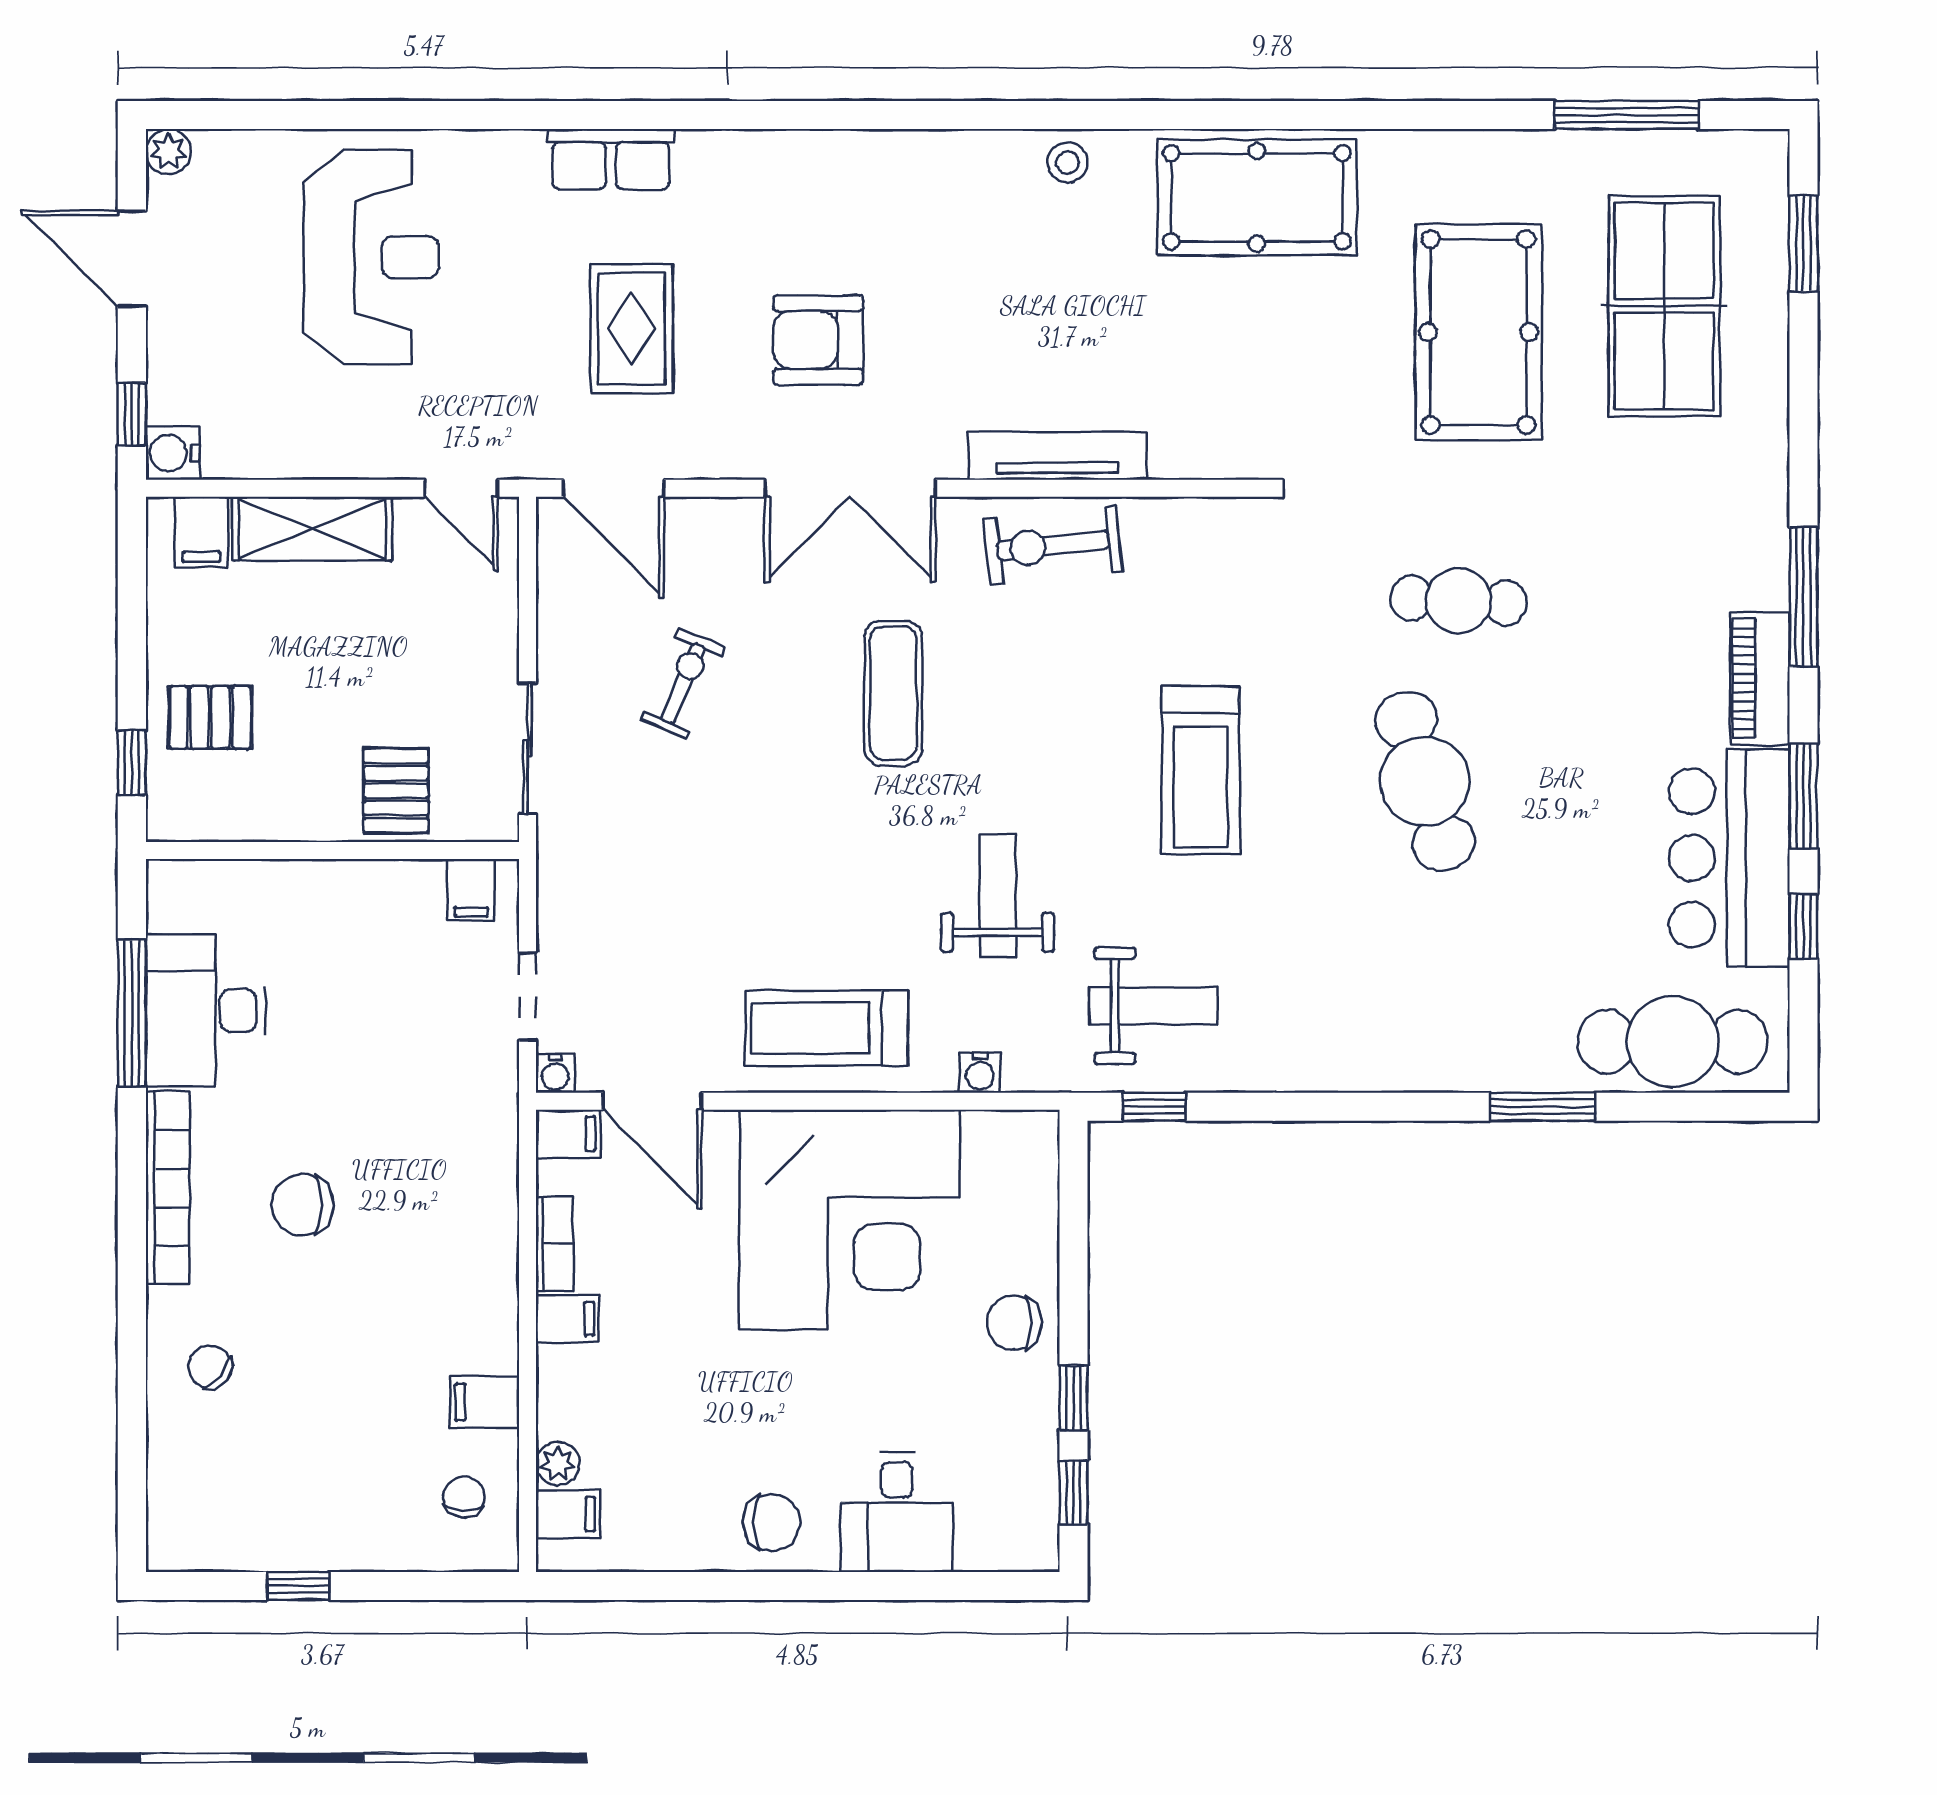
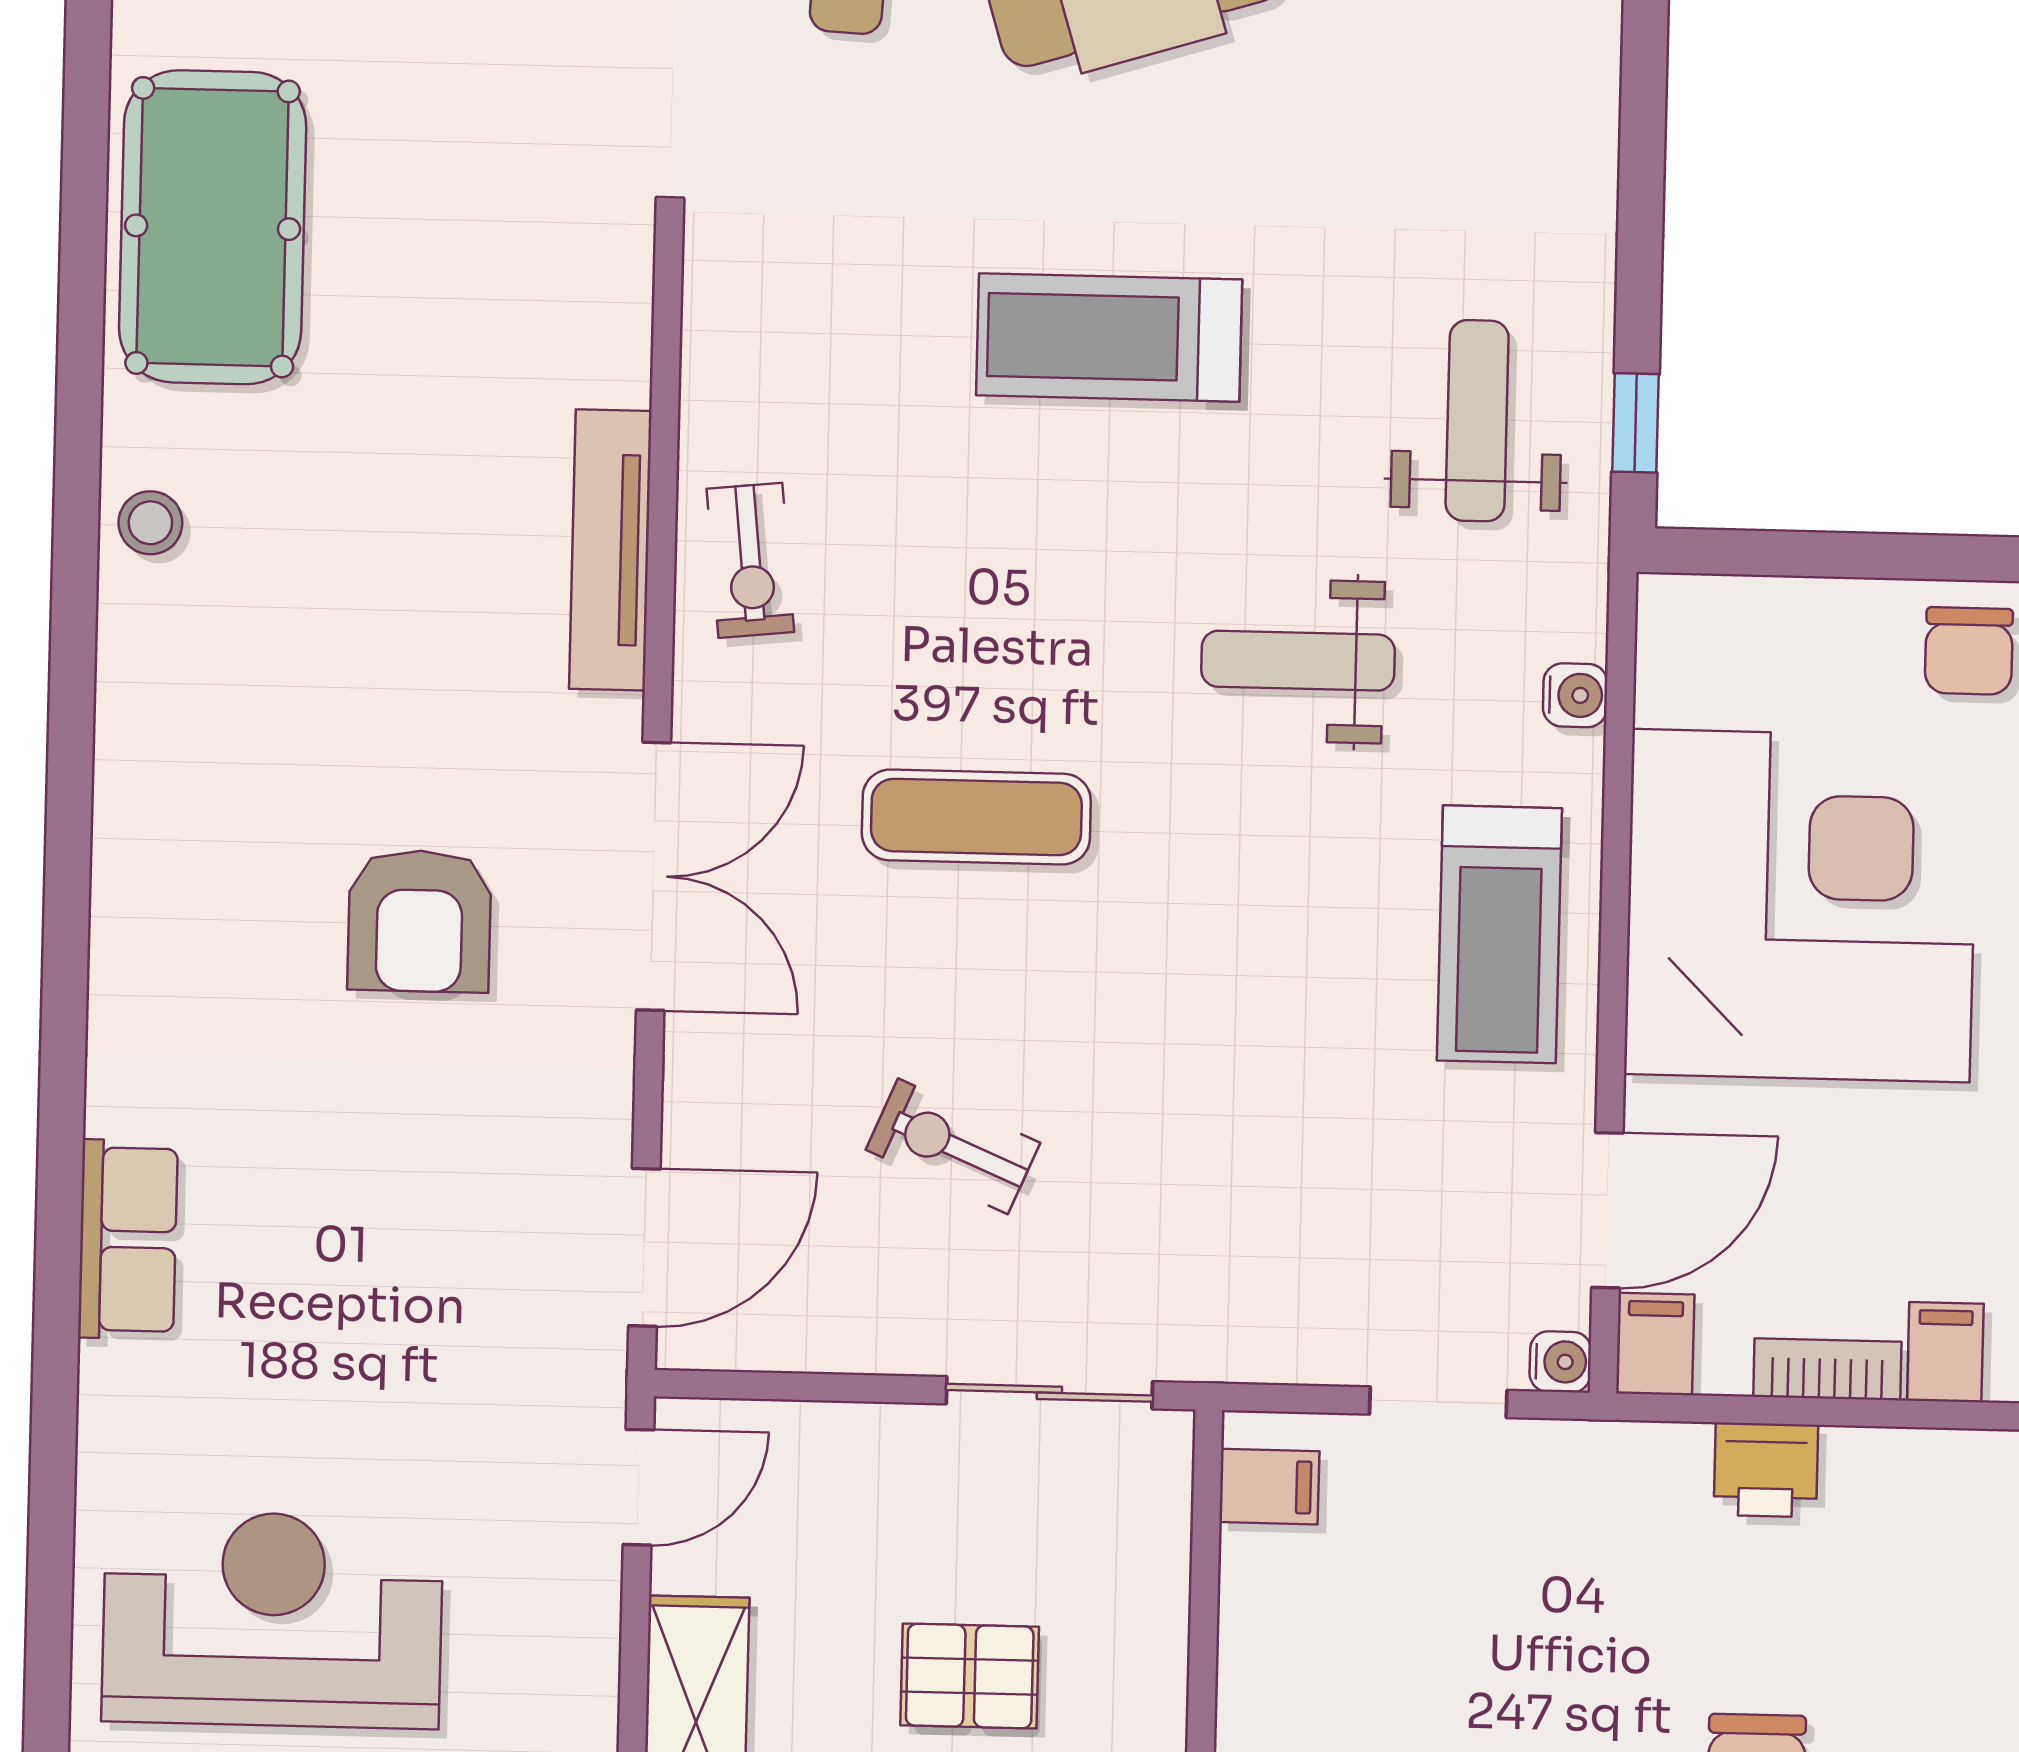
rug: (632, 329) -> (395, 1213), removed
exercise bike: (1053, 545) -> (750, 560), width x0.73, depth x0.72
treadmill: (1201, 770) -> (1109, 337), turned 180
pallet: (396, 791) -> (970, 1676), moved
printer: (490, 1206) -> (1766, 1470), added

